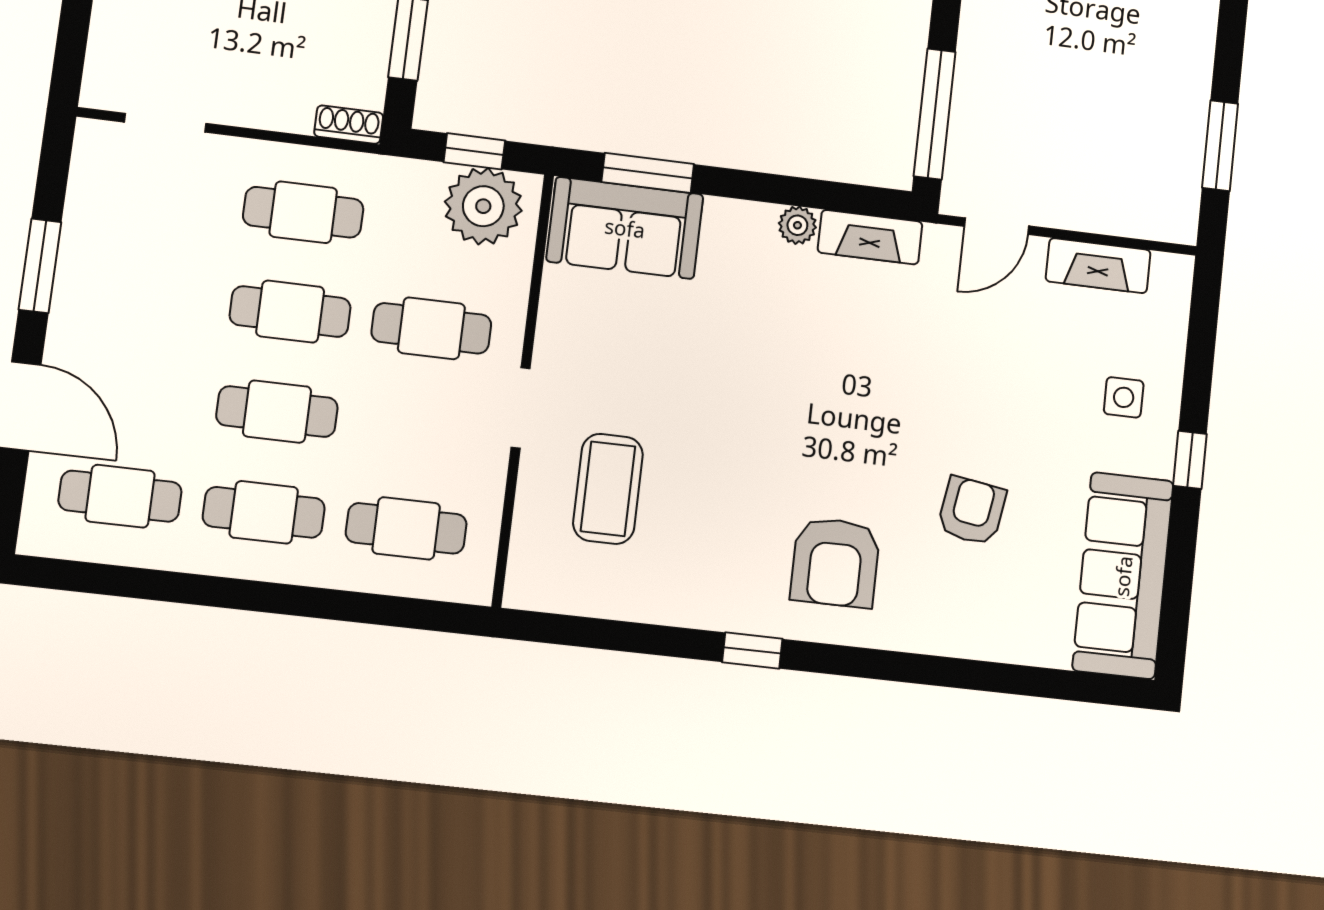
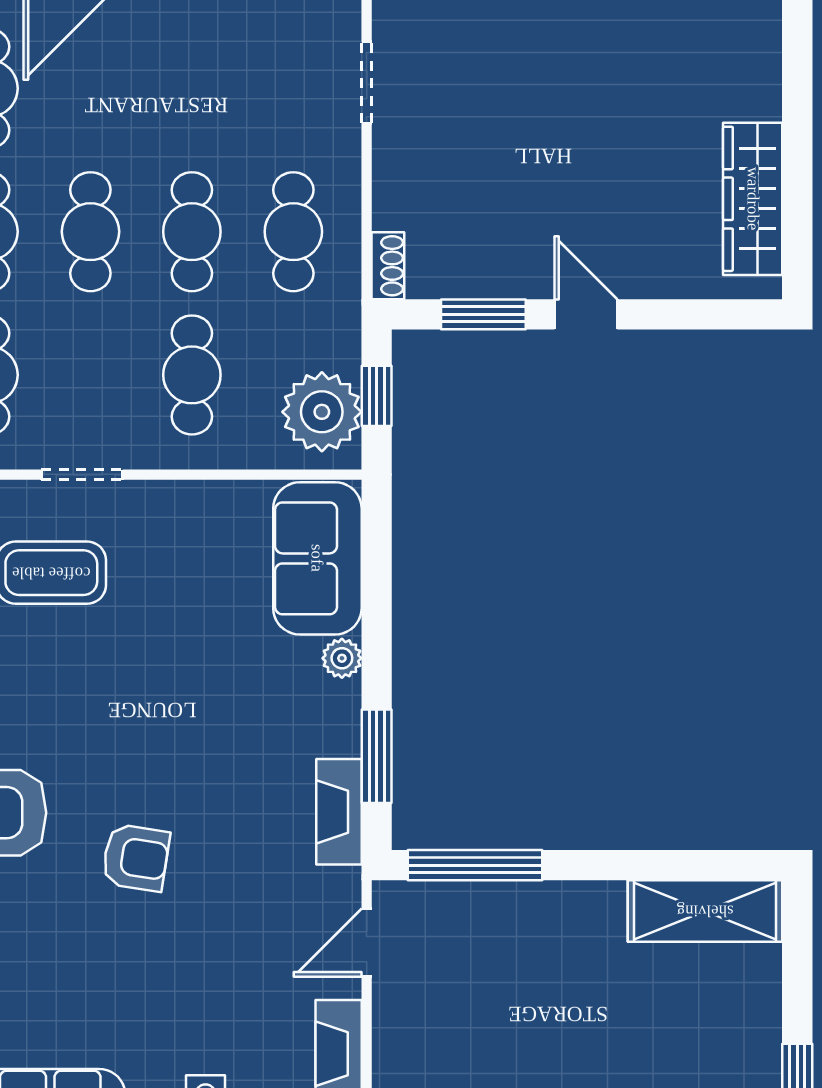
window: (648, 173) -> (377, 756), moved
plant: (797, 225) -> (342, 658), moved
door: (997, 226) -> (367, 943), hinge flipped
doorway: (521, 408) -> (82, 475), moved
armchair: (972, 511) -> (136, 858), moved

